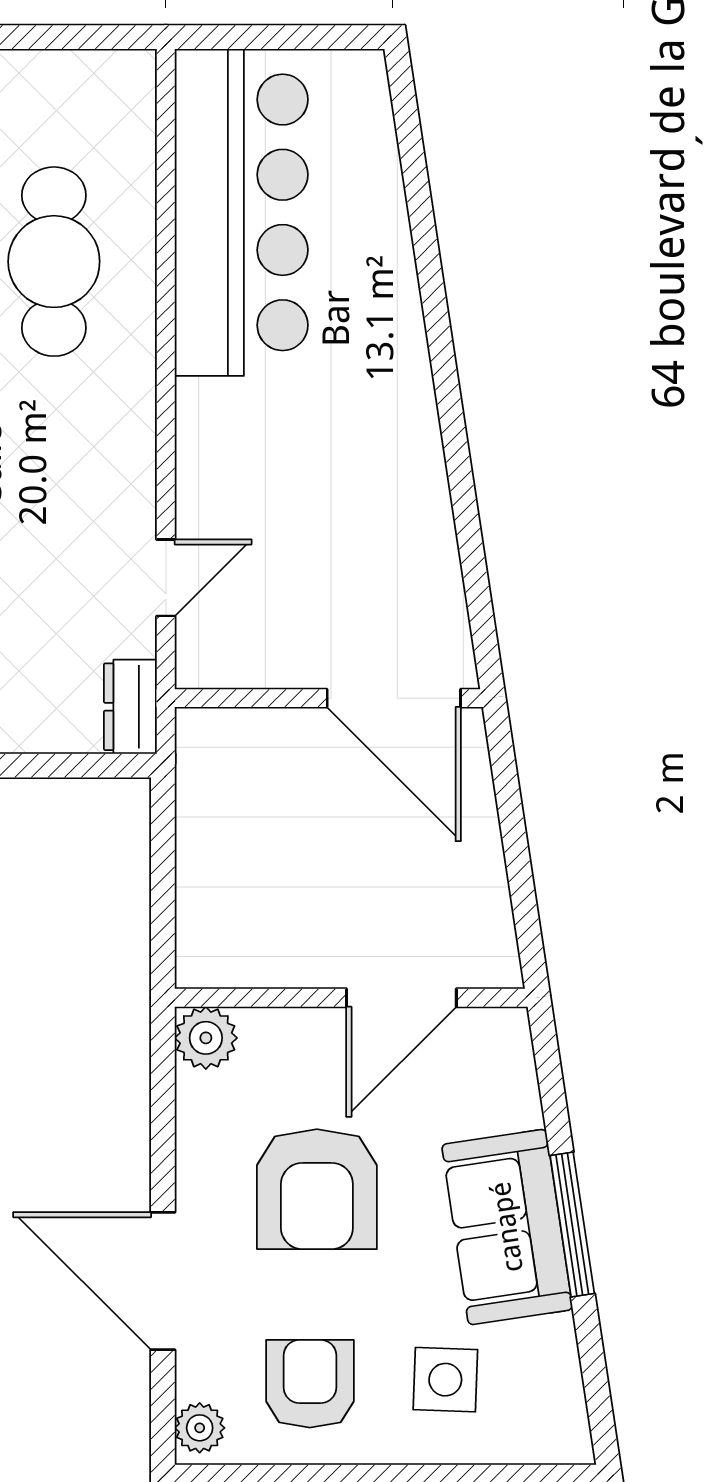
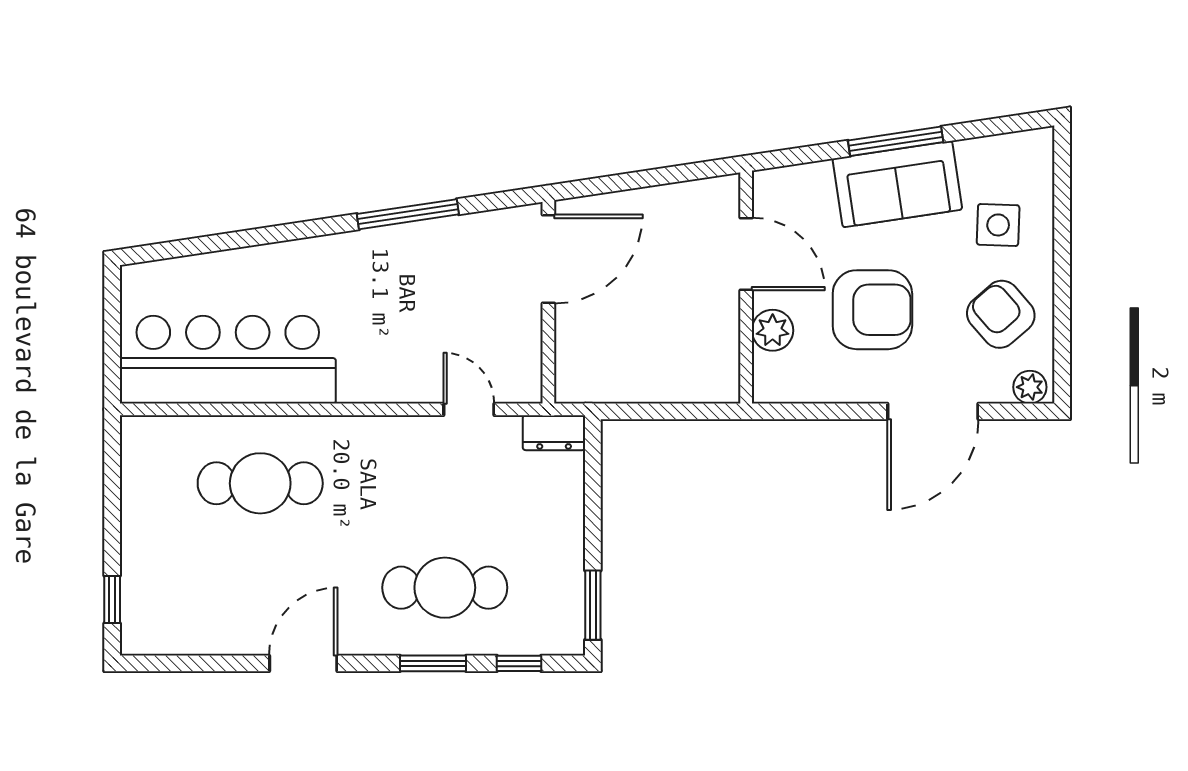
window: (462, 485) -> (408, 214), added
plant: (206, 1038) -> (773, 330), moved
armchair: (310, 1384) -> (1001, 314), turned 49

